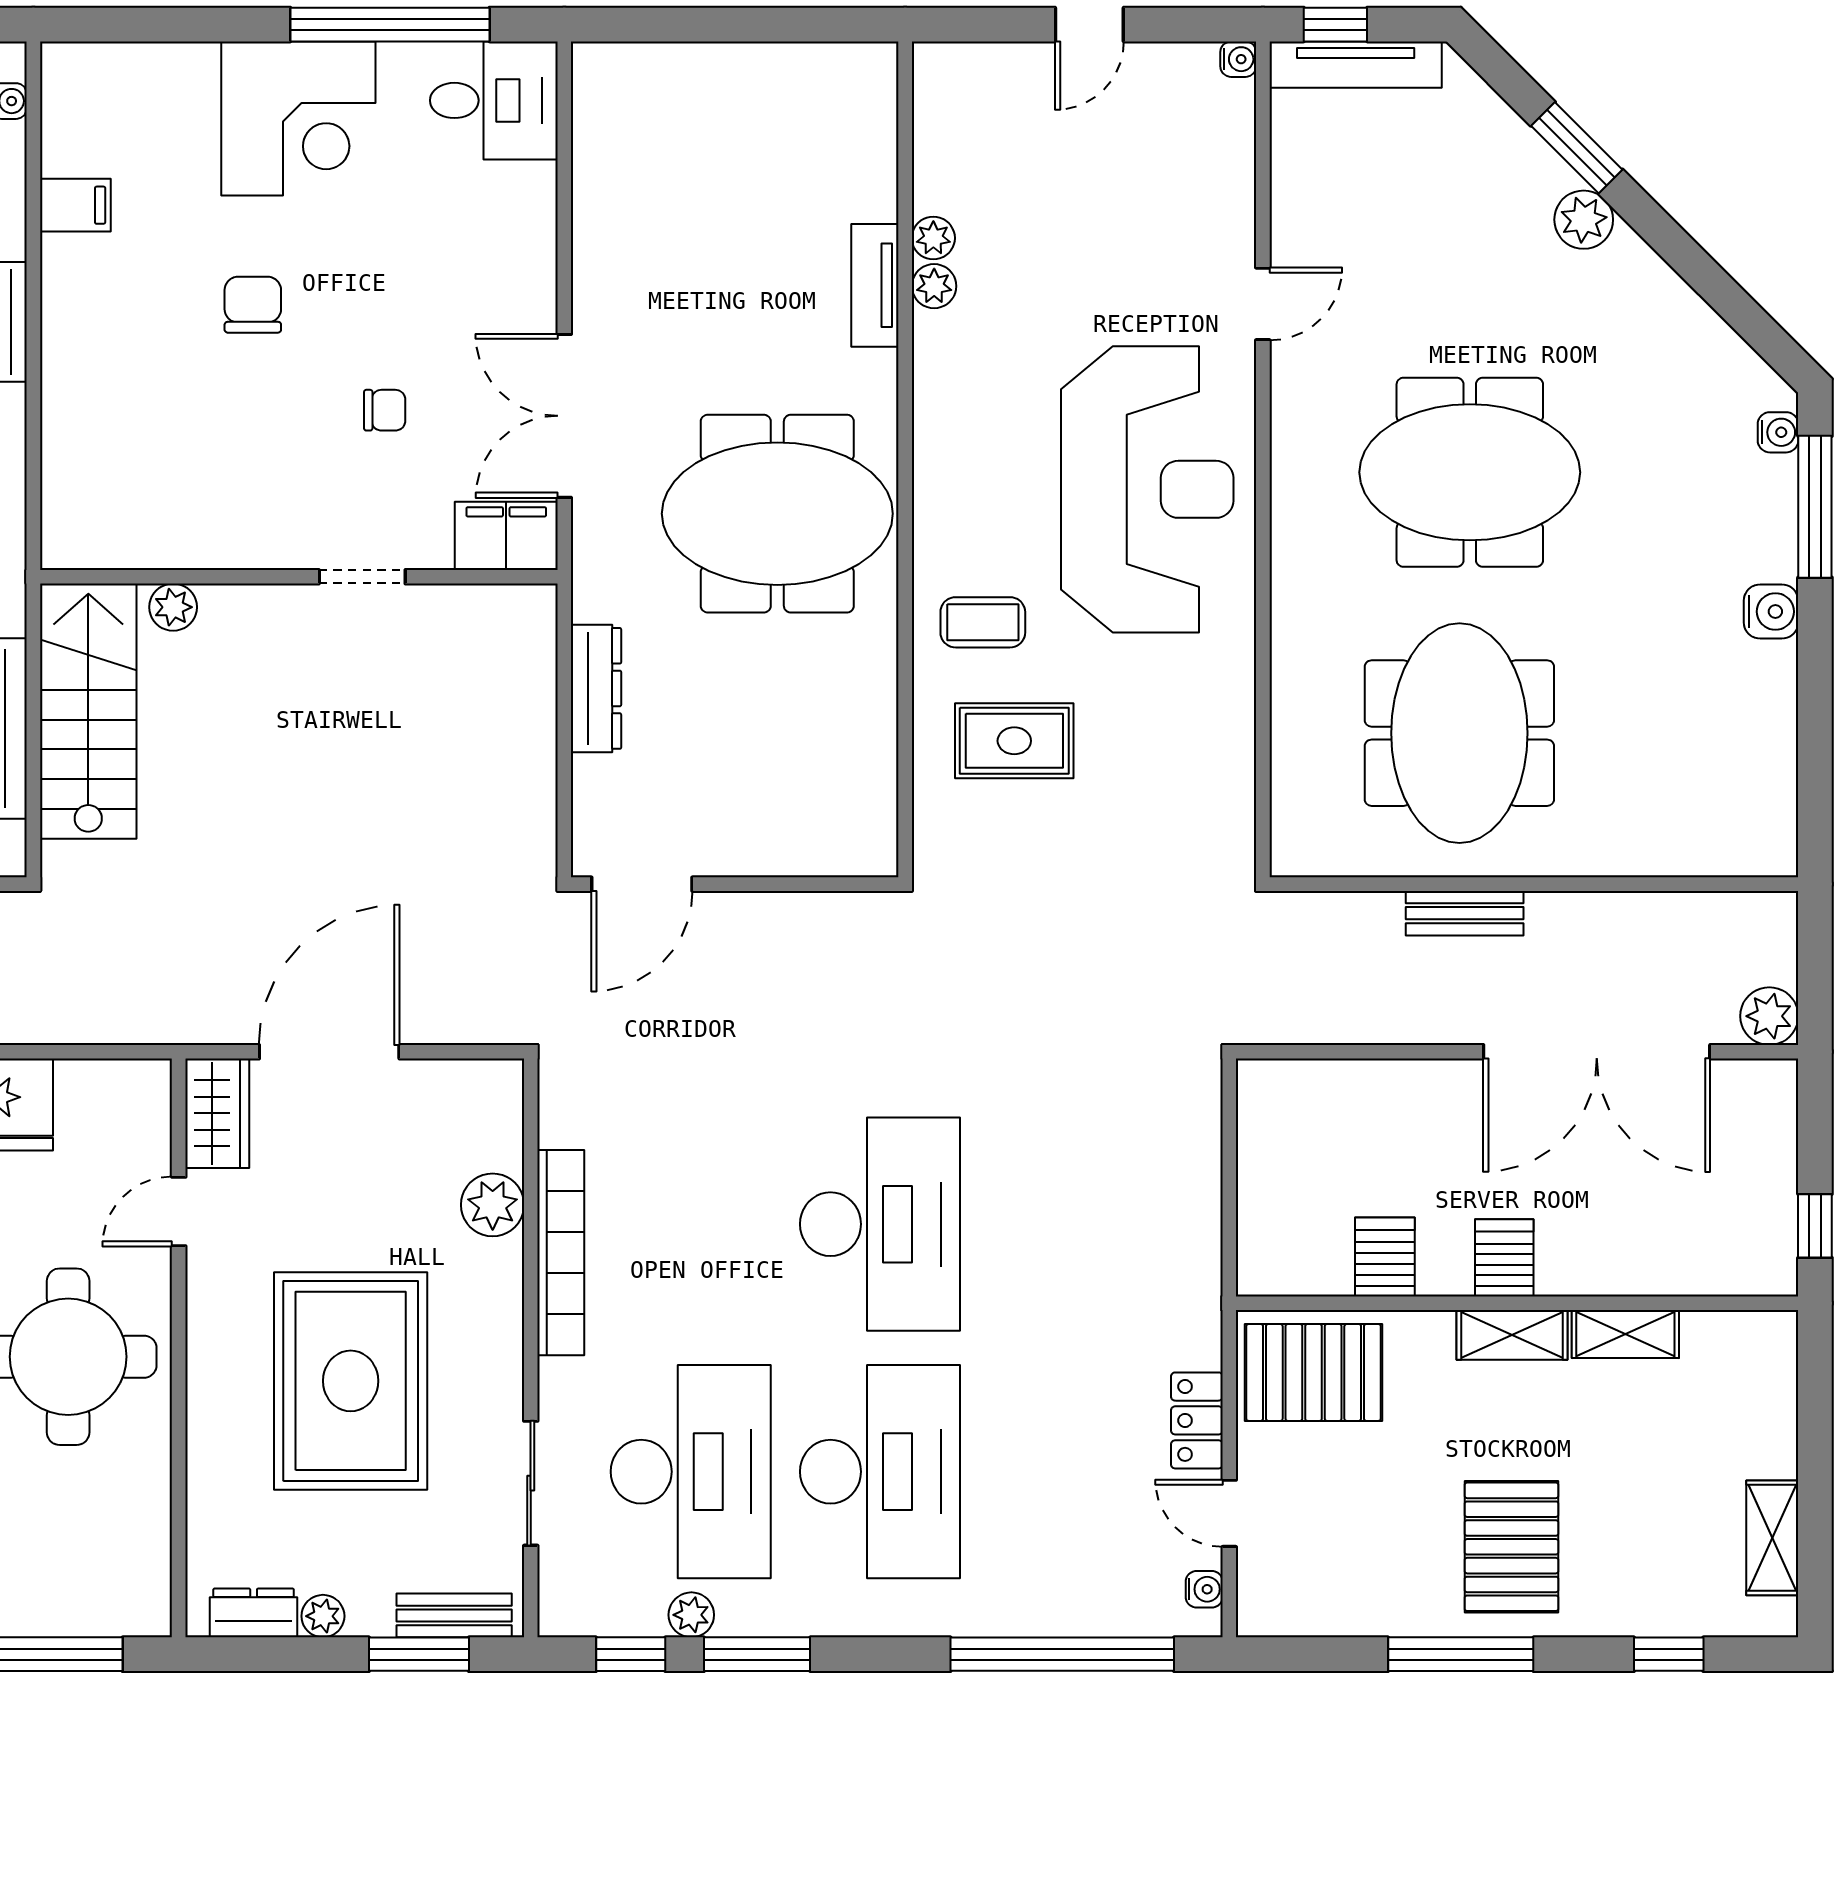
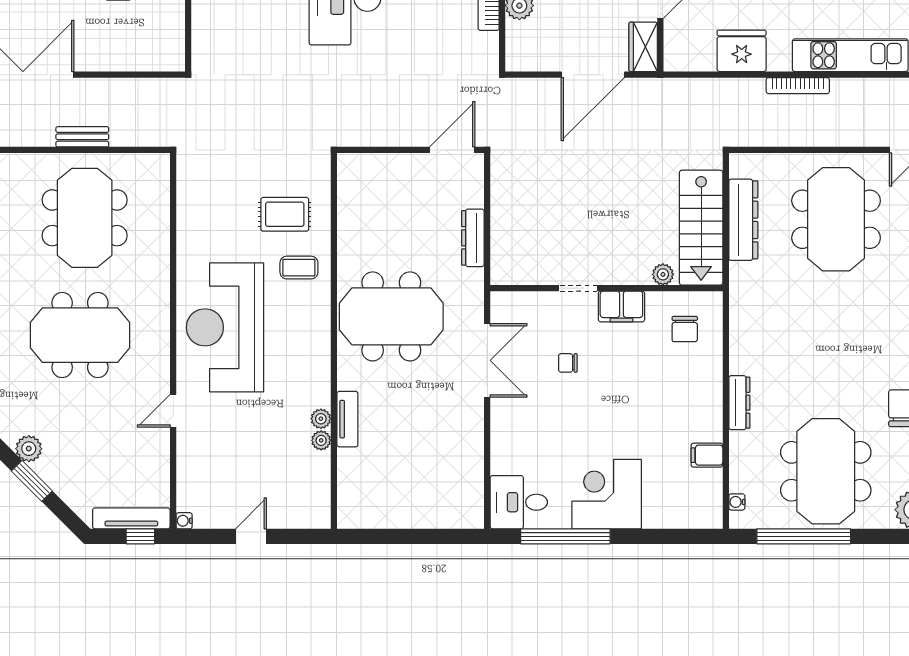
chair: (253, 305) -> (685, 329), moved
filing cabinet: (506, 536) -> (621, 306), moved

